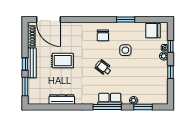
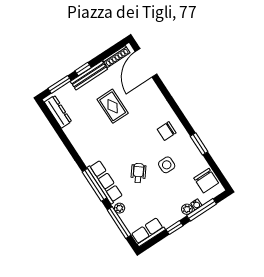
chair: (153, 31) -> (206, 181), turned 180
window: (171, 46) -> (202, 210), width x2.17
wheelchair: (103, 68) -> (138, 173), moved
row of seats: (162, 92) -> (148, 232), added
dresser: (62, 99) -> (58, 112), moved
row of seats: (110, 99) -> (105, 182), width x1.48
window: (143, 107) -> (119, 223), width x1.44

